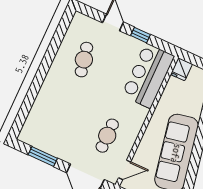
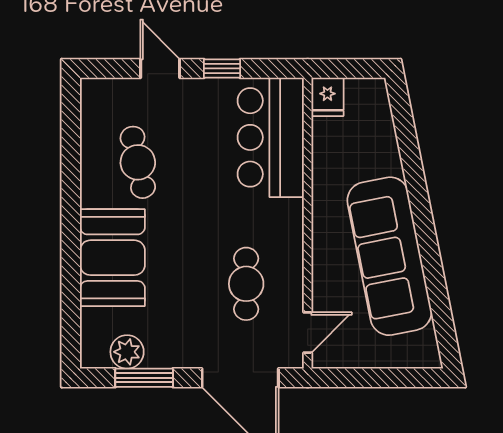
booth: (53, 97) -> (112, 258), added
plant: (40, 142) -> (127, 352), added

